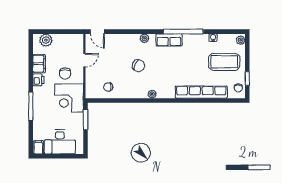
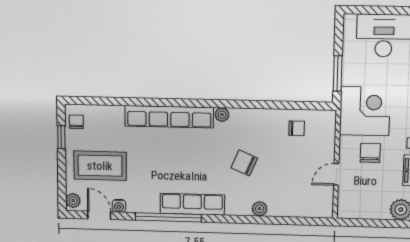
door: (97, 32) -> (99, 215), moved
plant: (144, 38) -> (260, 209), moved
row of seats: (169, 40) -> (192, 204), width x1.48
row of seats: (201, 92) -> (169, 117), moved

